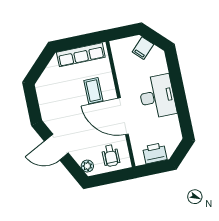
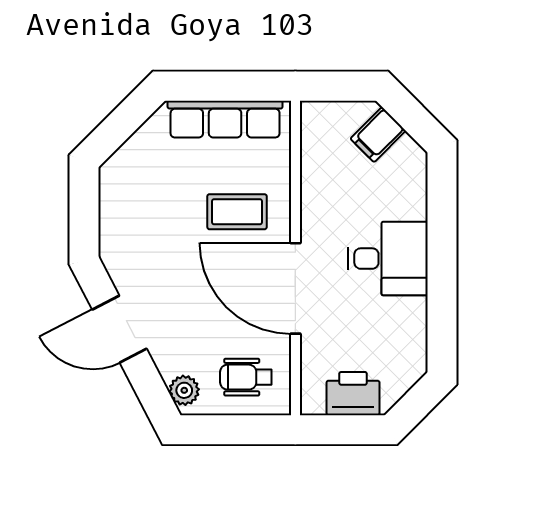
coffee table: (93, 91) -> (237, 212), turned 90
desk: (157, 97) -> (388, 259), width x0.73
wheelchair: (111, 156) -> (246, 377), turned 90

